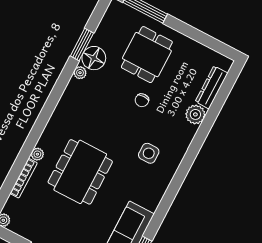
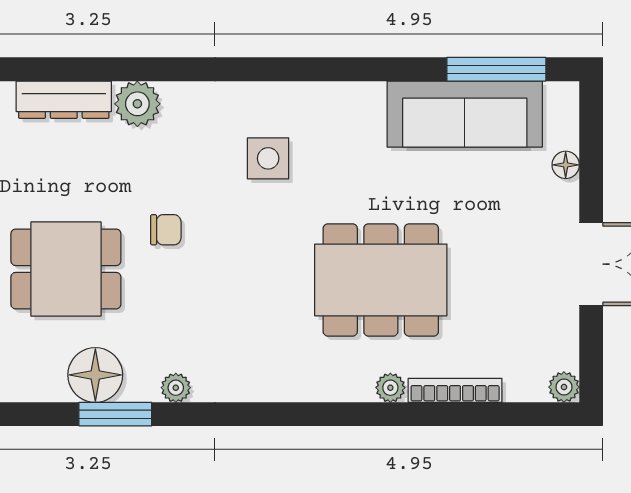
floor lamp: (94, 58) -> (95, 375), moved

